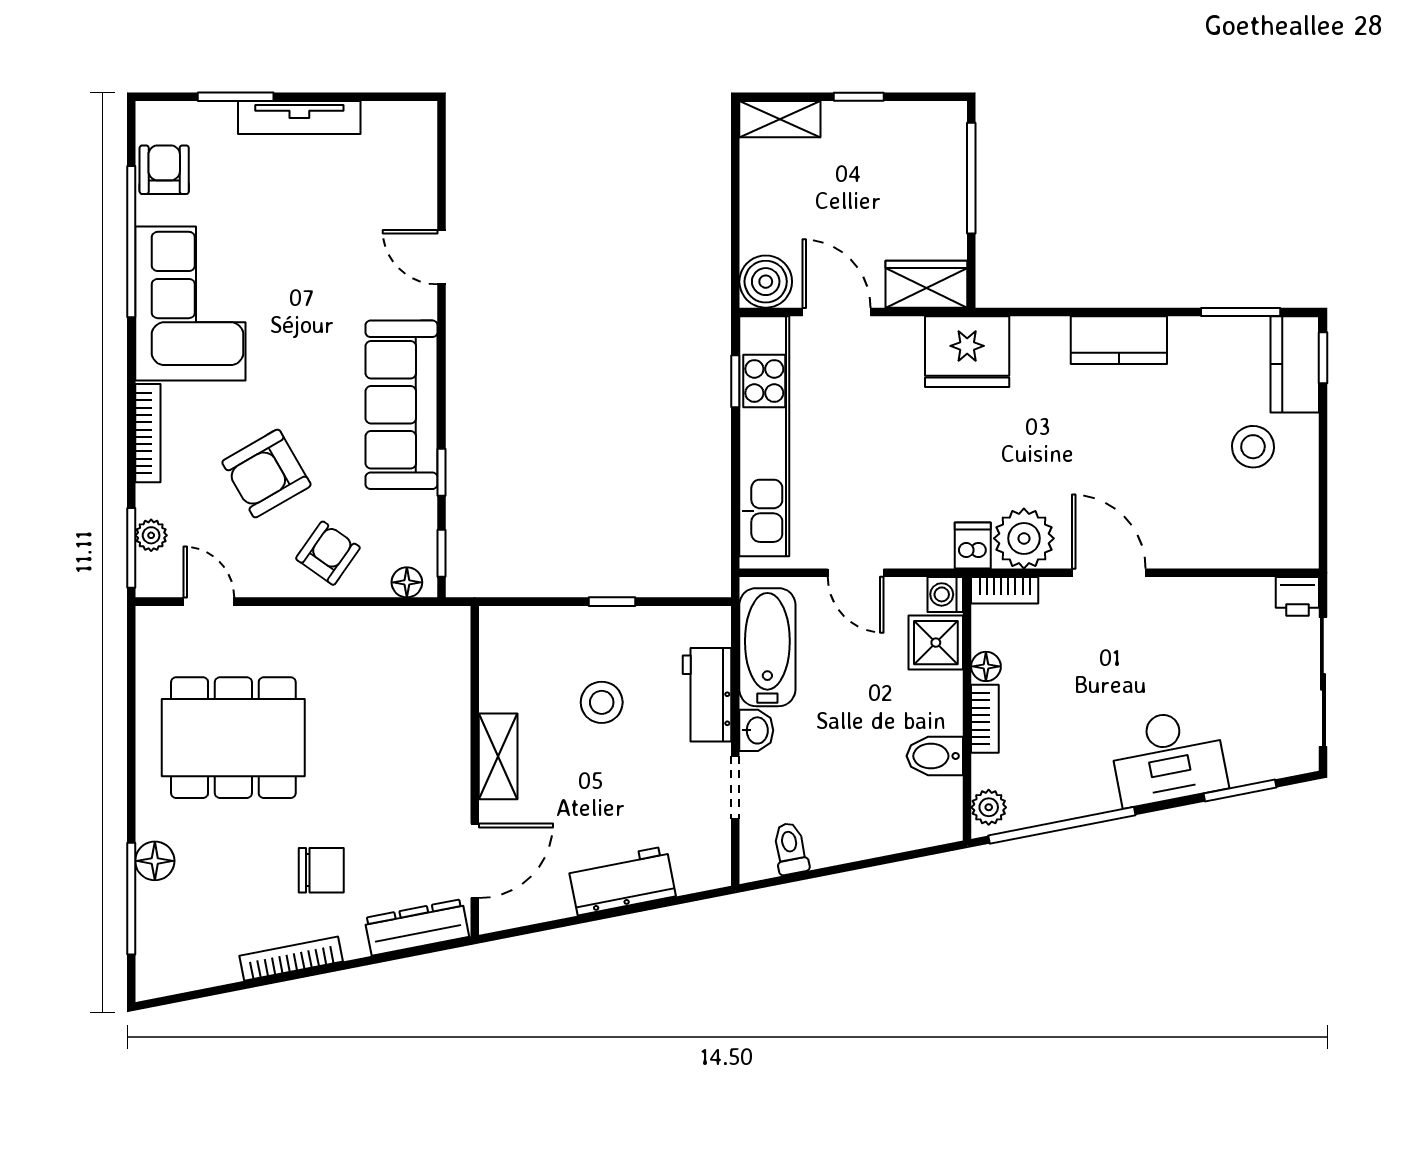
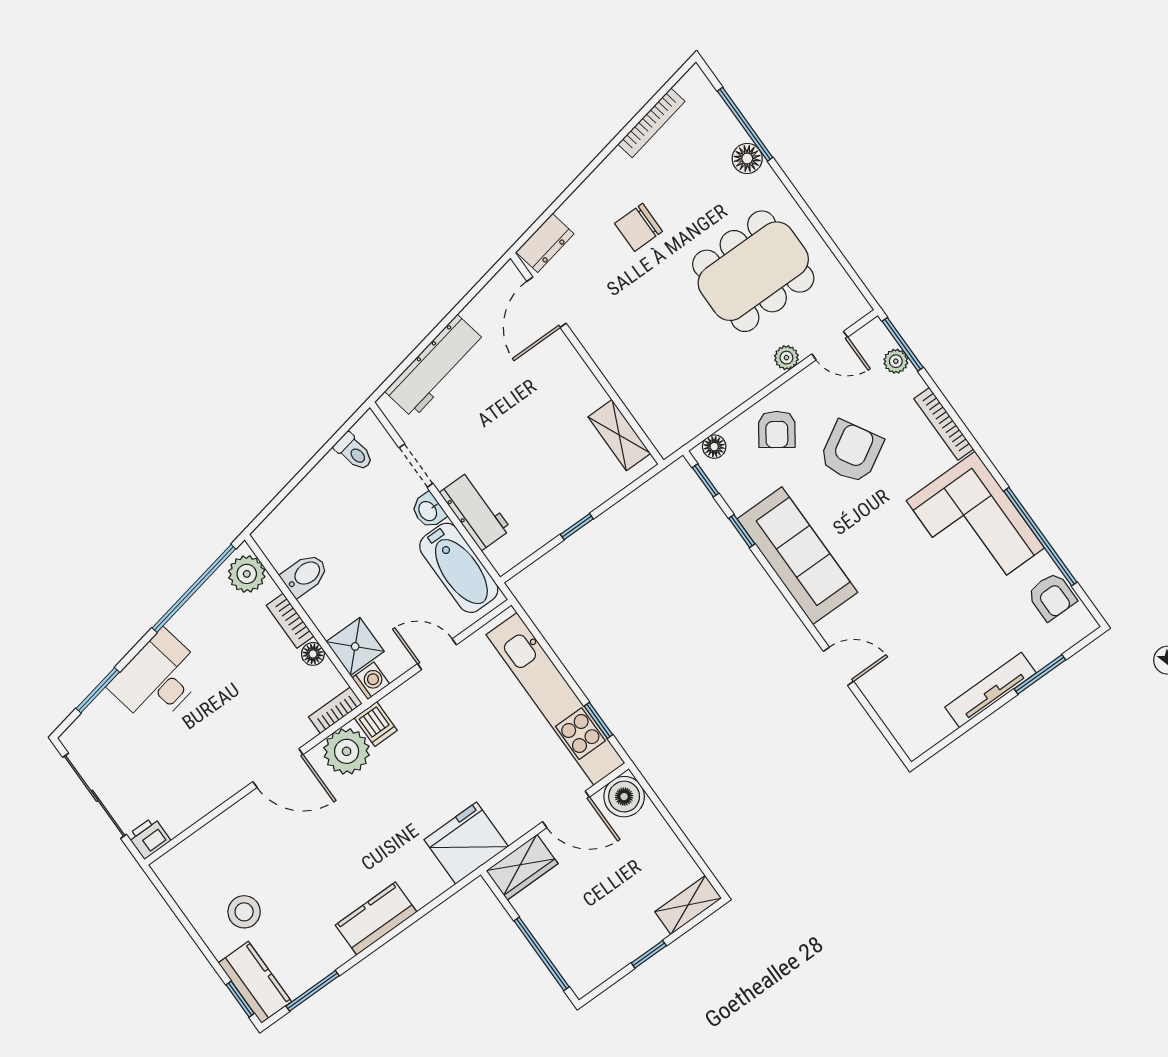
plant: (264, 622) -> (786, 358), added
stool: (602, 702) -> (538, 459), removed
shelving: (498, 756) -> (619, 435), moved
plant: (989, 807) -> (247, 574), width x1.38, depth x1.38
workbench: (622, 881) -> (435, 366), width x1.38
dresser: (417, 927) -> (545, 243), width x0.70
bookcase: (291, 959) -> (651, 123), moved

